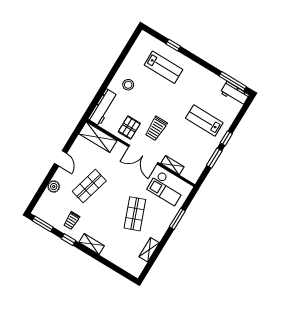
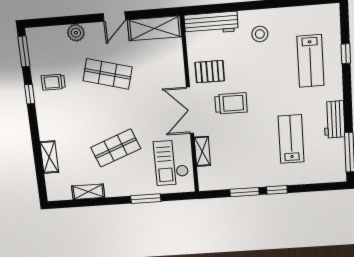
workbench: (235, 94) -> (334, 119), moved
lab bench: (204, 121) -> (291, 139), moved
trolley: (156, 129) -> (231, 103), turned 180
shelving: (98, 137) -> (155, 28), moved, turned 90
shelving: (92, 244) -> (49, 157), moved

